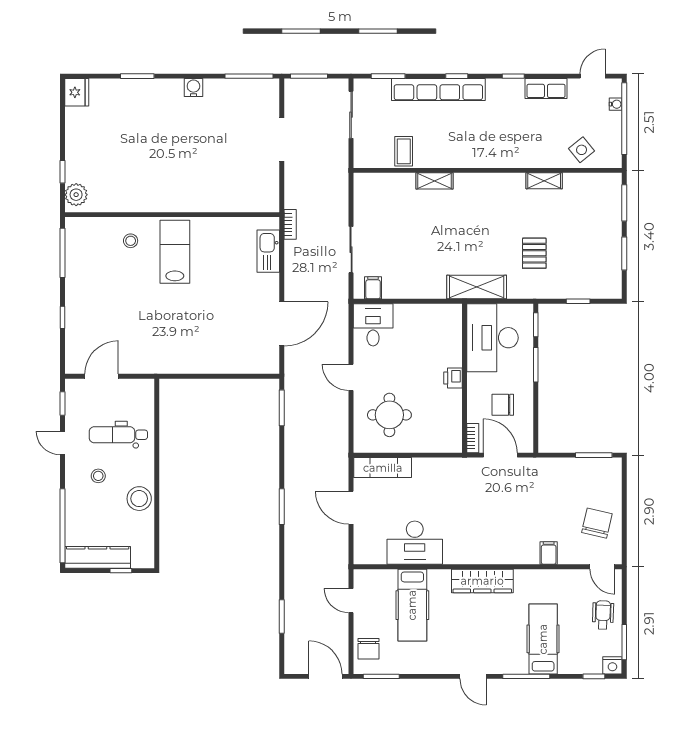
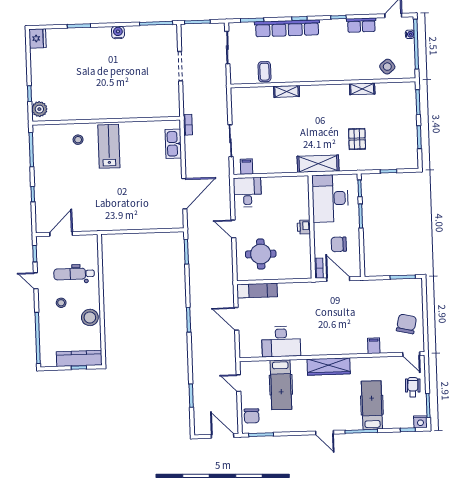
kitchen counter: (98, 557) -> (79, 358), moved

